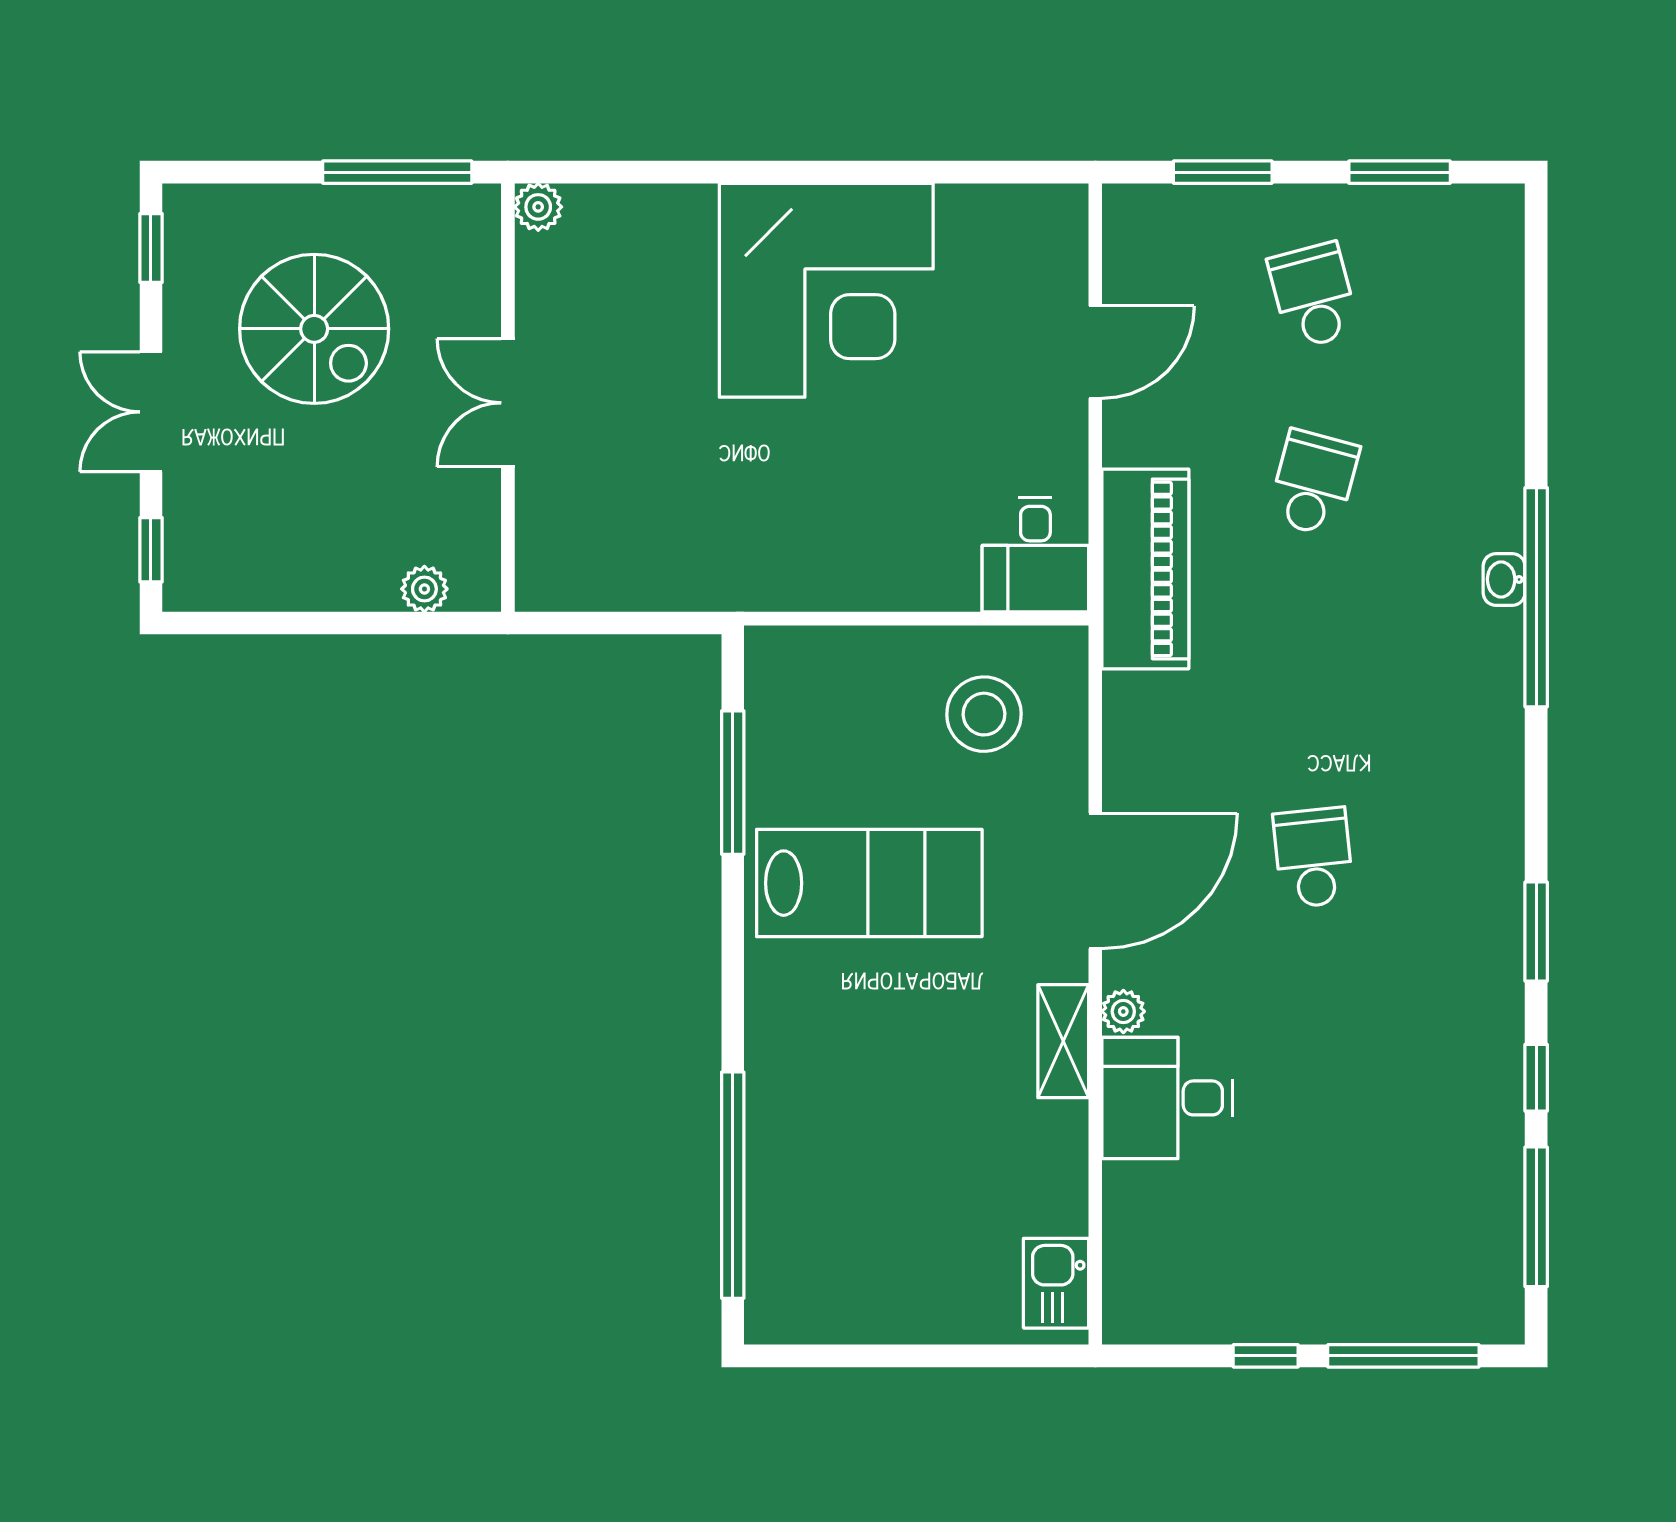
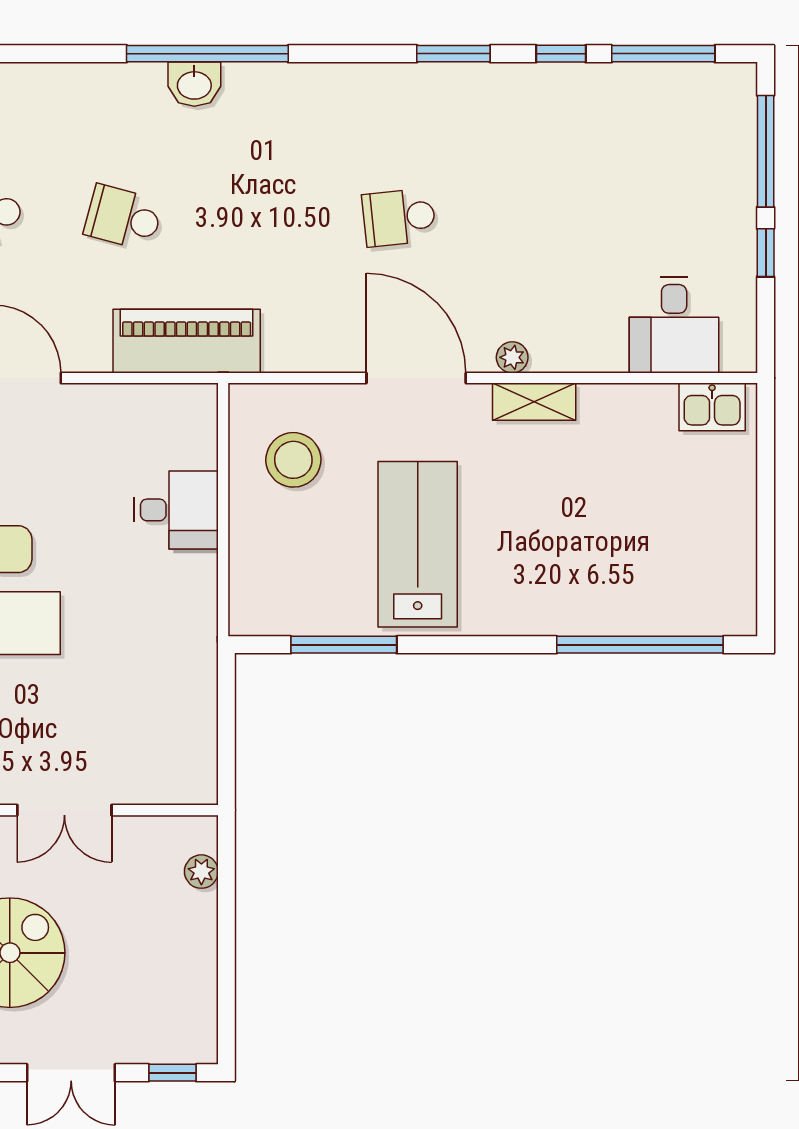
desk: (1035, 555) -> (176, 510), moved
washbasin: (1504, 579) -> (194, 84), width x1.38, depth x1.45
desk: (1167, 1098) -> (674, 325), moved

